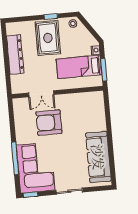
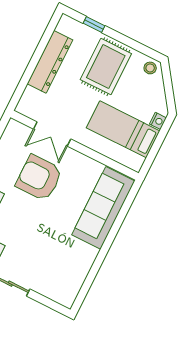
window: (51, 16) -> (94, 24), moved
window: (104, 70) -> (153, 153), removed
sofa: (98, 157) -> (103, 208), moved

